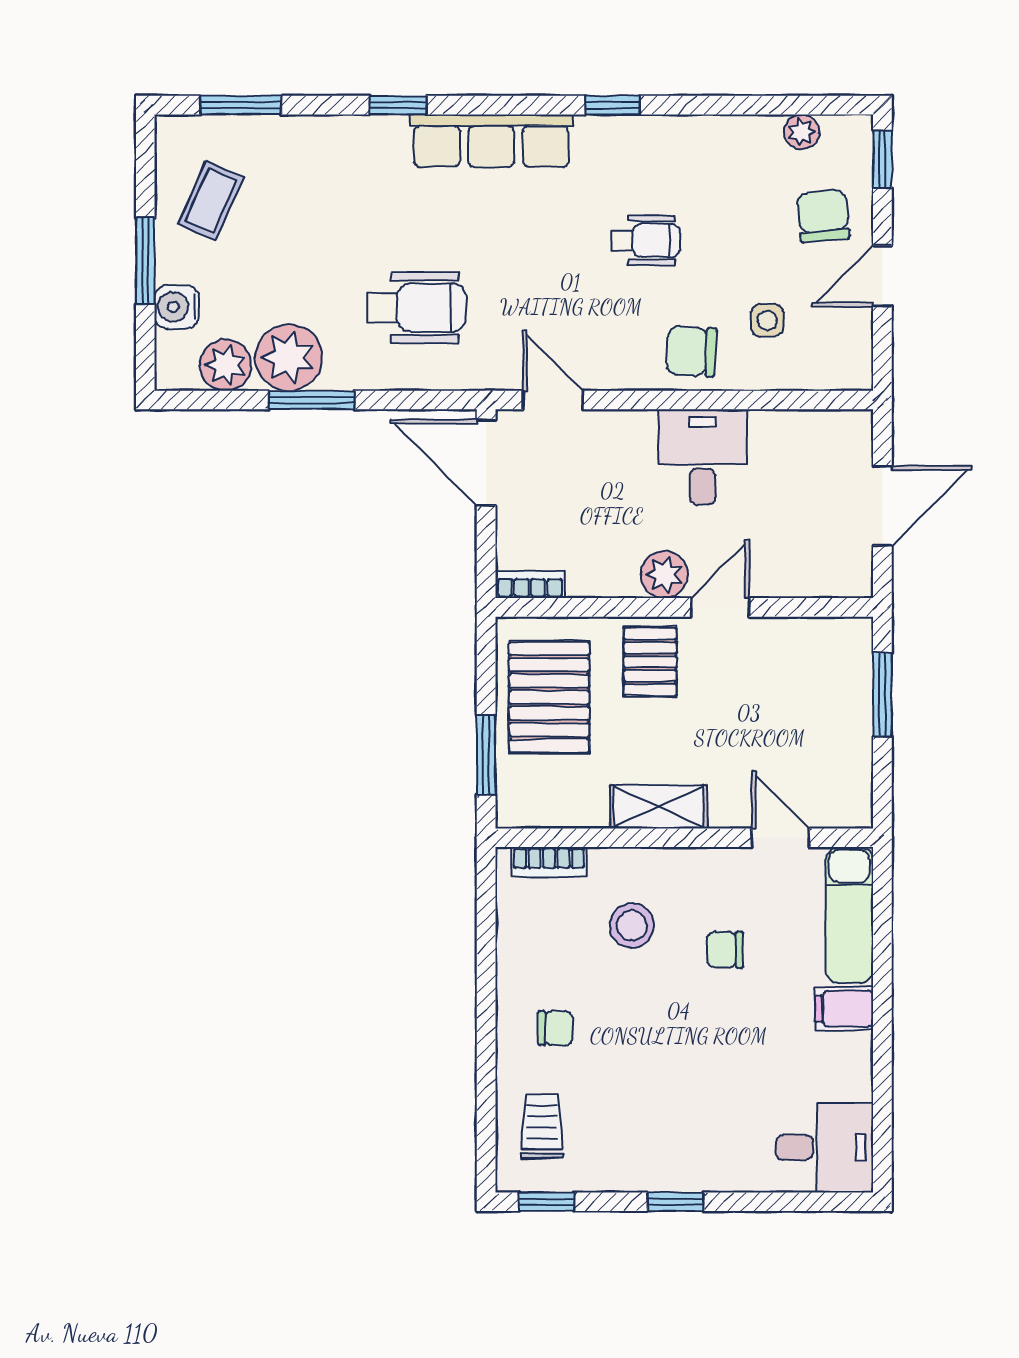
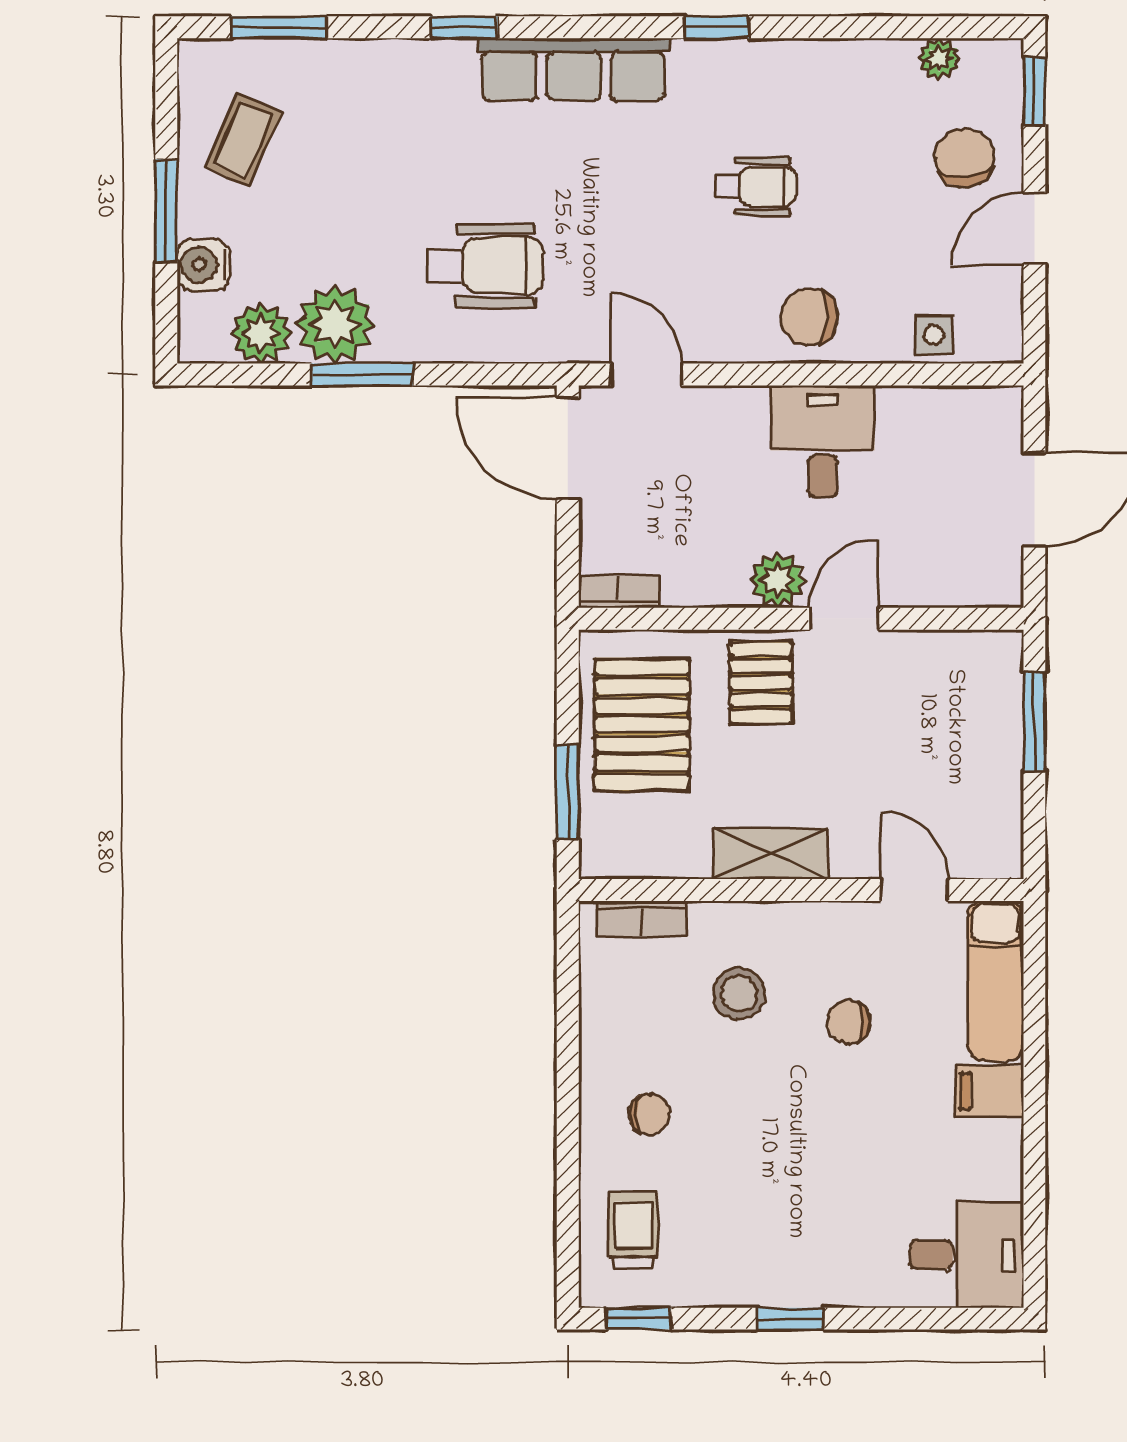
side table: (767, 320) -> (934, 335), moved

